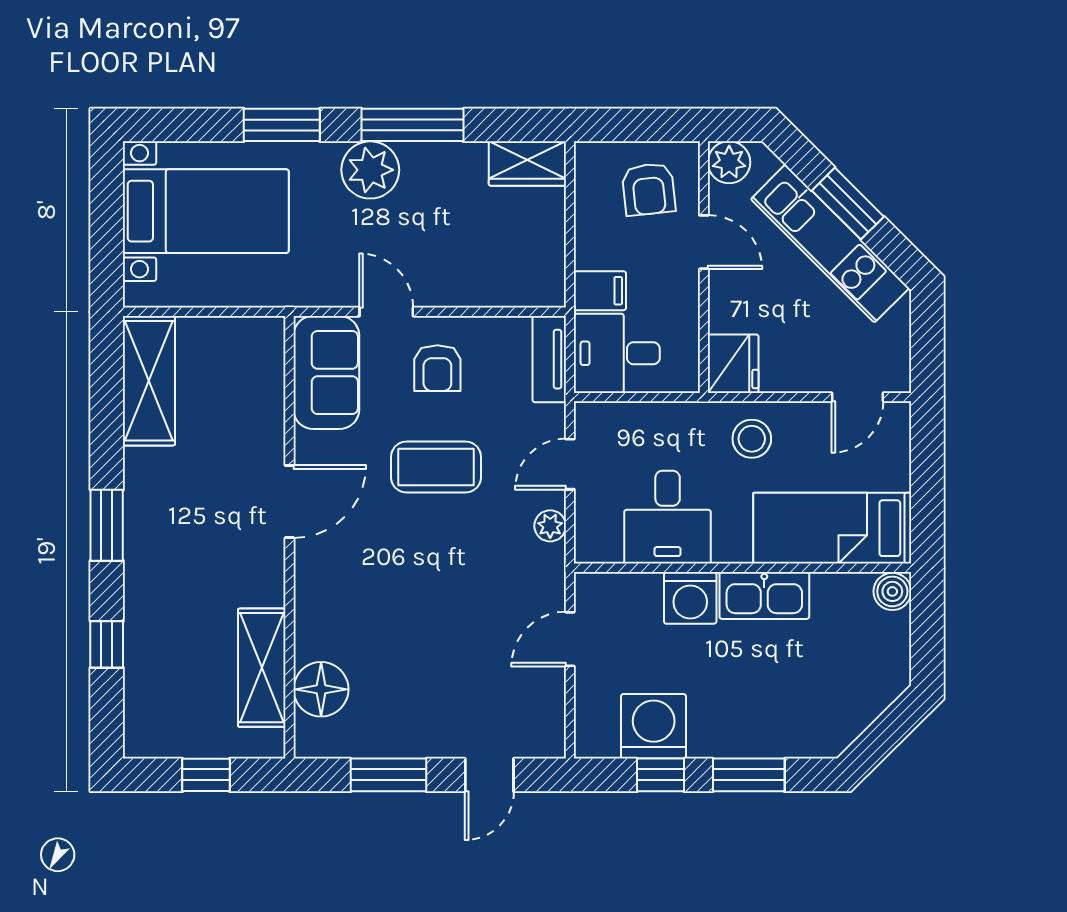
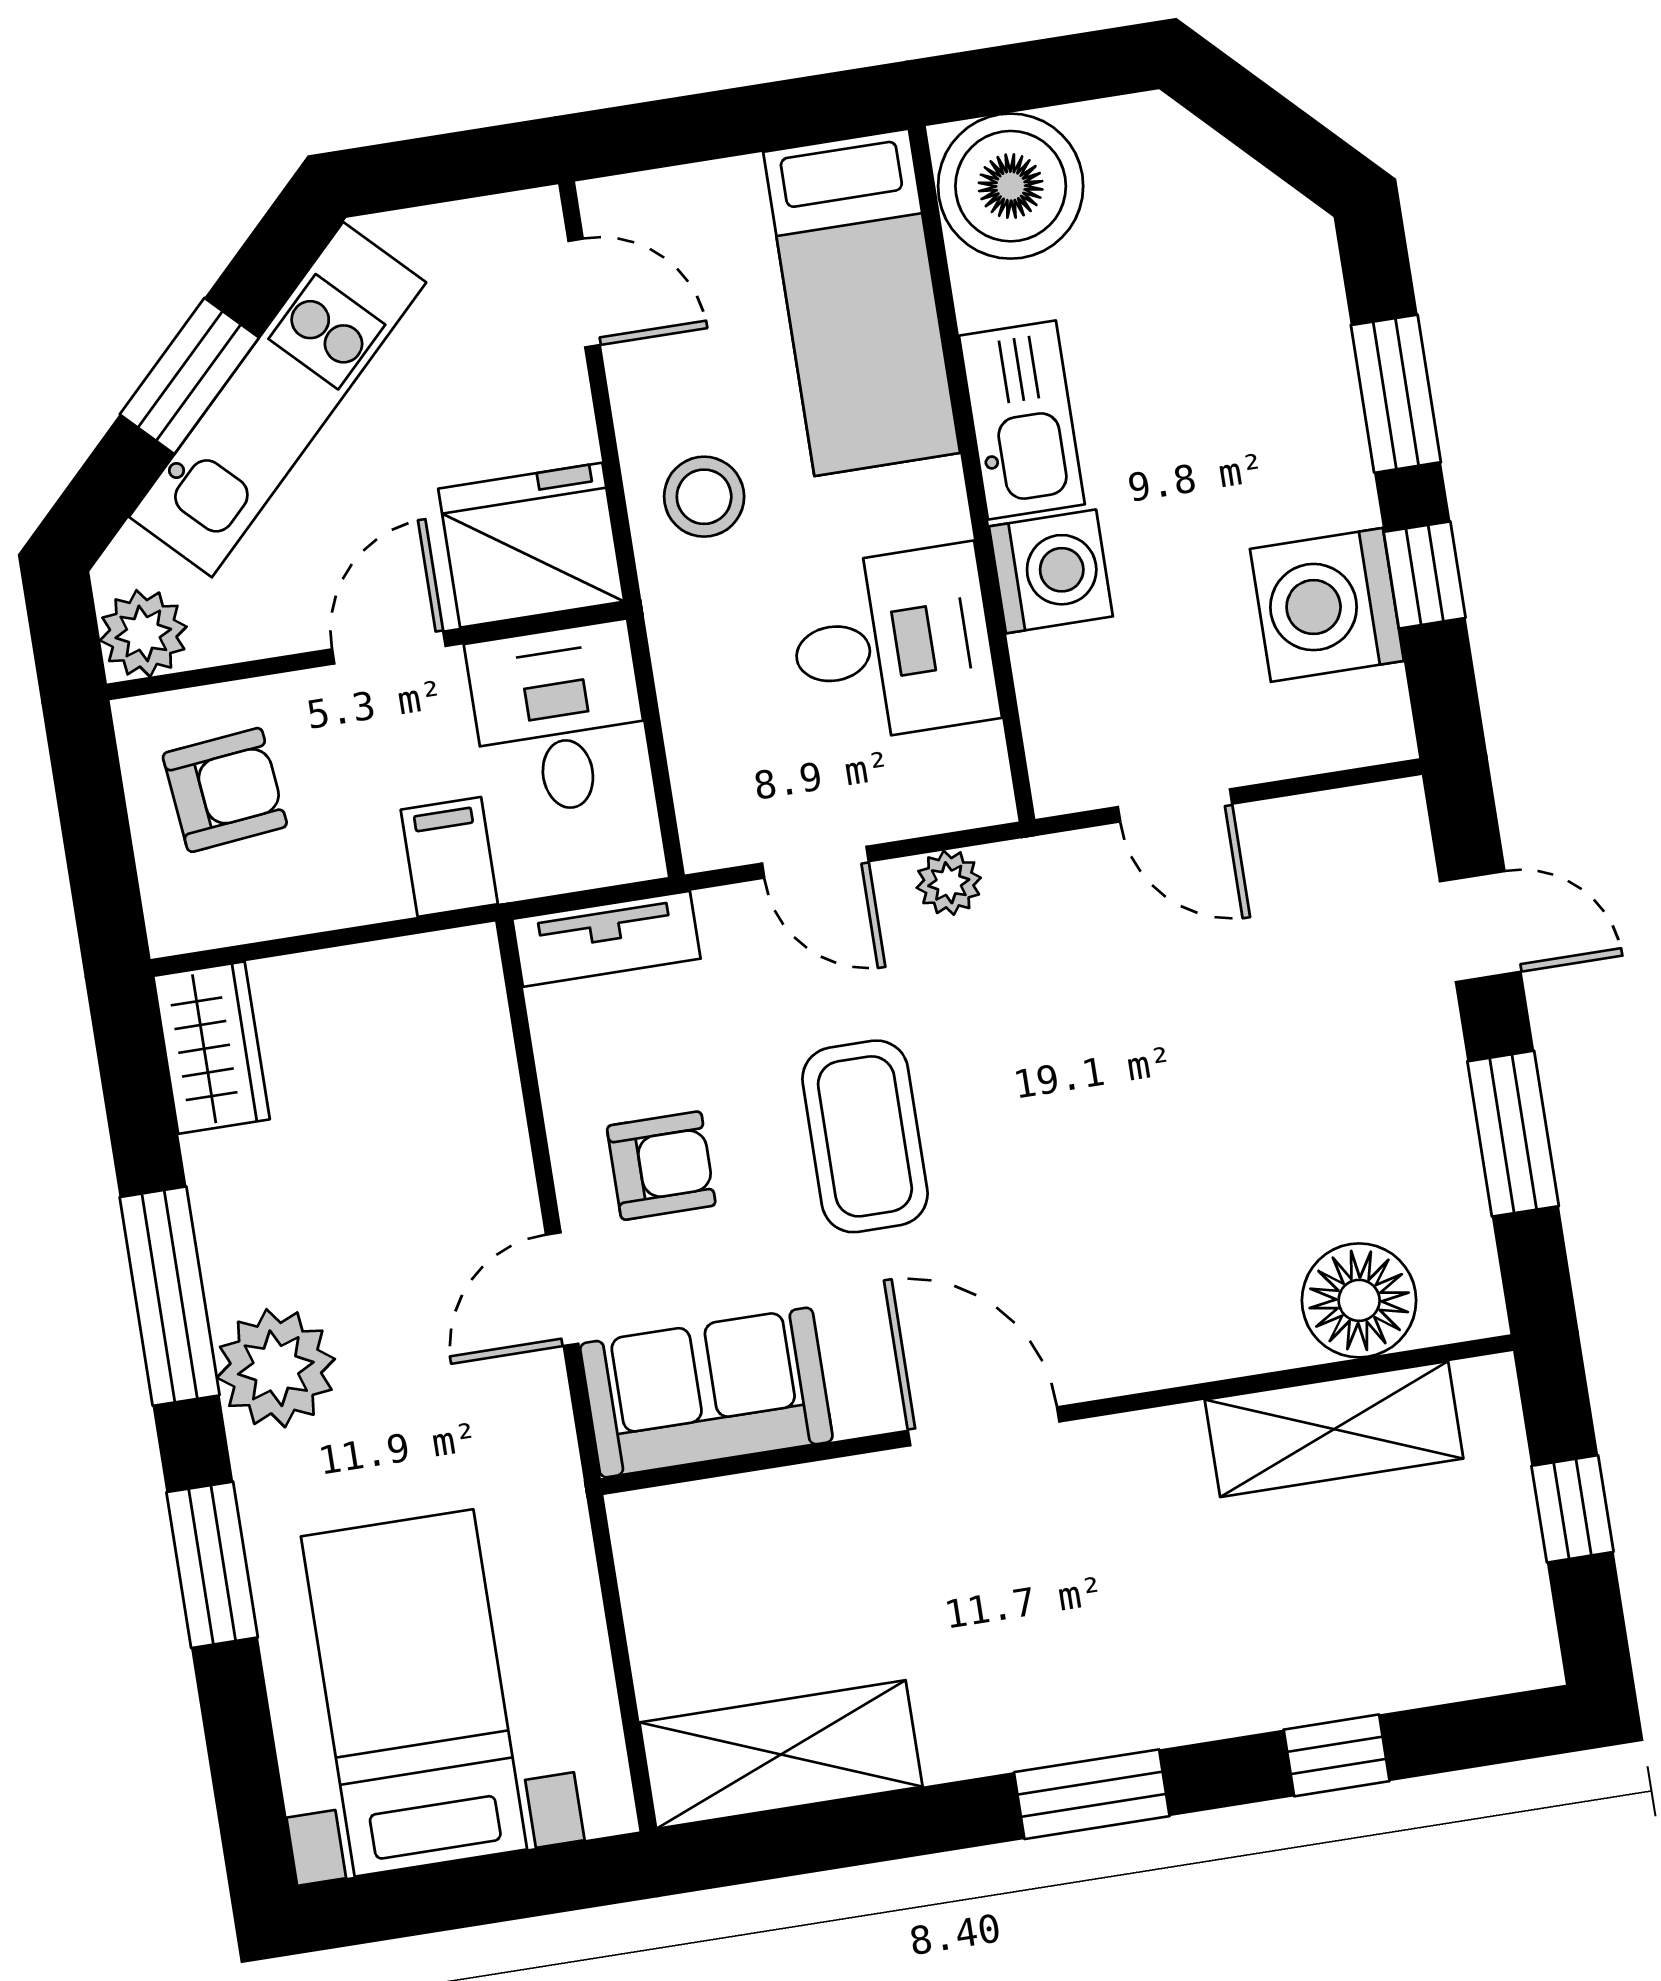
door: (704, 242) -> (389, 648), moved
desk: (617, 353) -> (559, 719), moved, turned 180
fridge: (733, 364) -> (531, 545), width x1.36, depth x1.34
boiler: (892, 591) -> (1011, 186), width x1.86, depth x1.86

